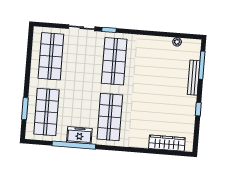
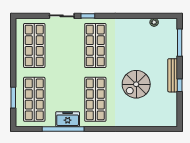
bench: (194, 78) -> (173, 75), moved
spiral stairs: (153, 105) -> (136, 84), added
wardrobe: (167, 143) -> (152, 120), removed

